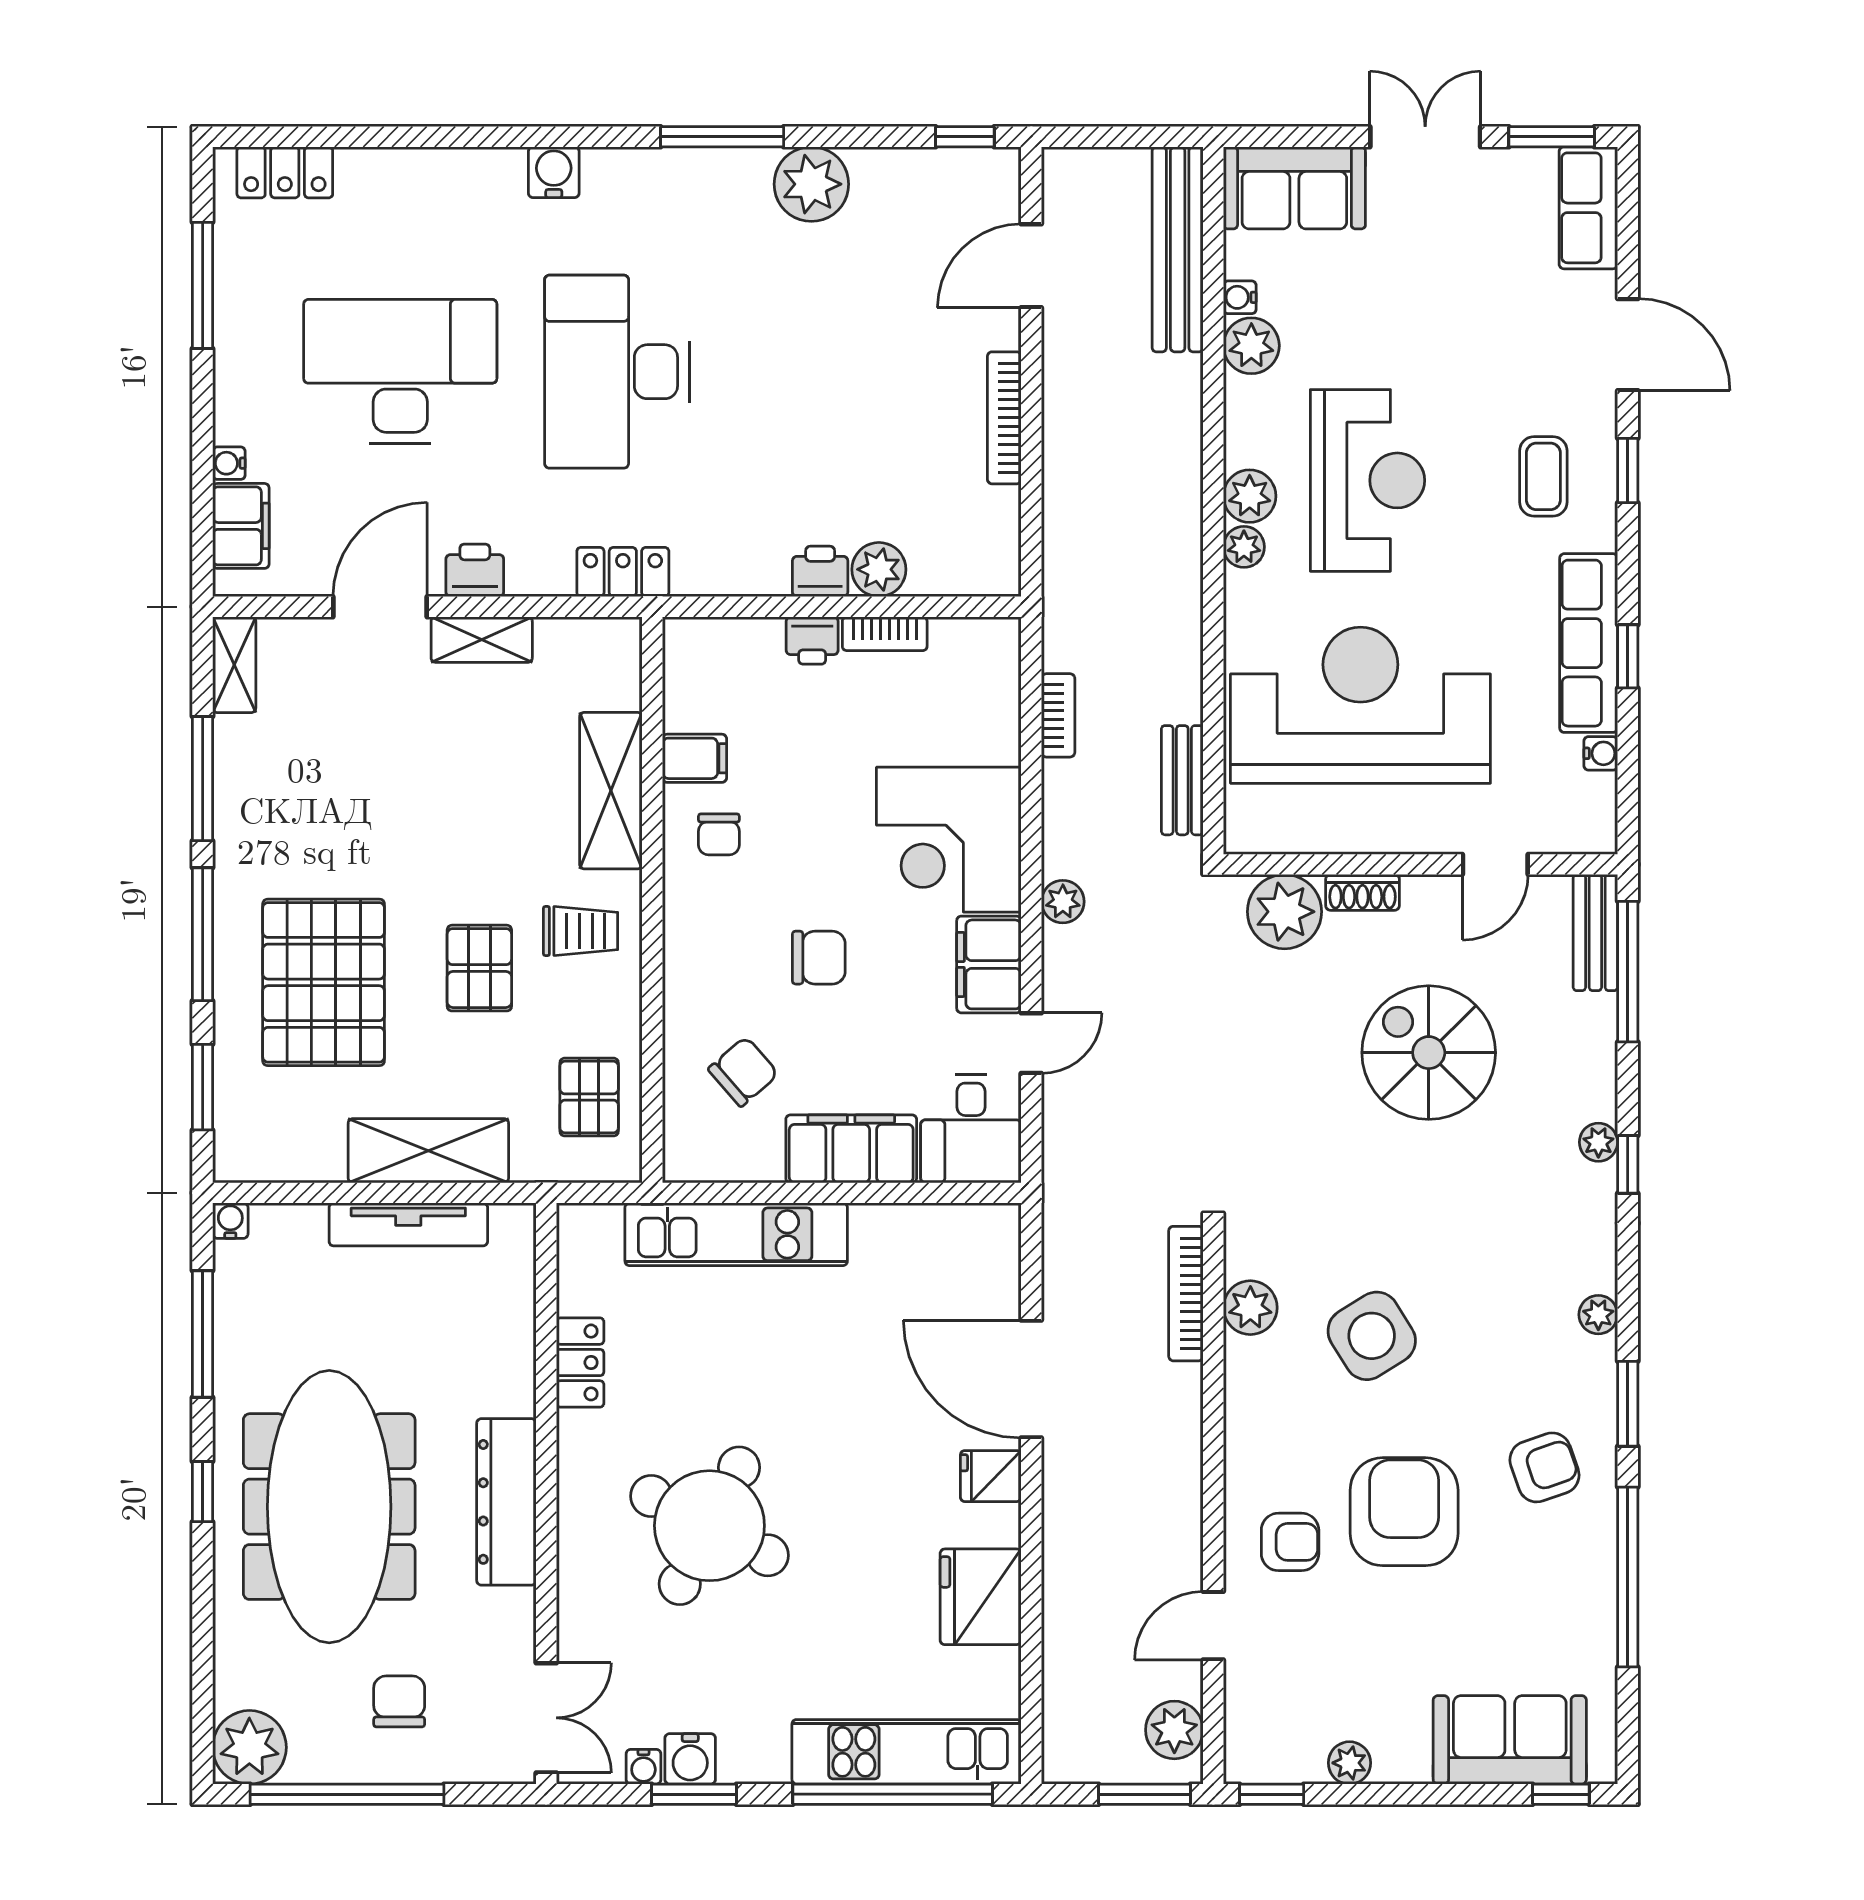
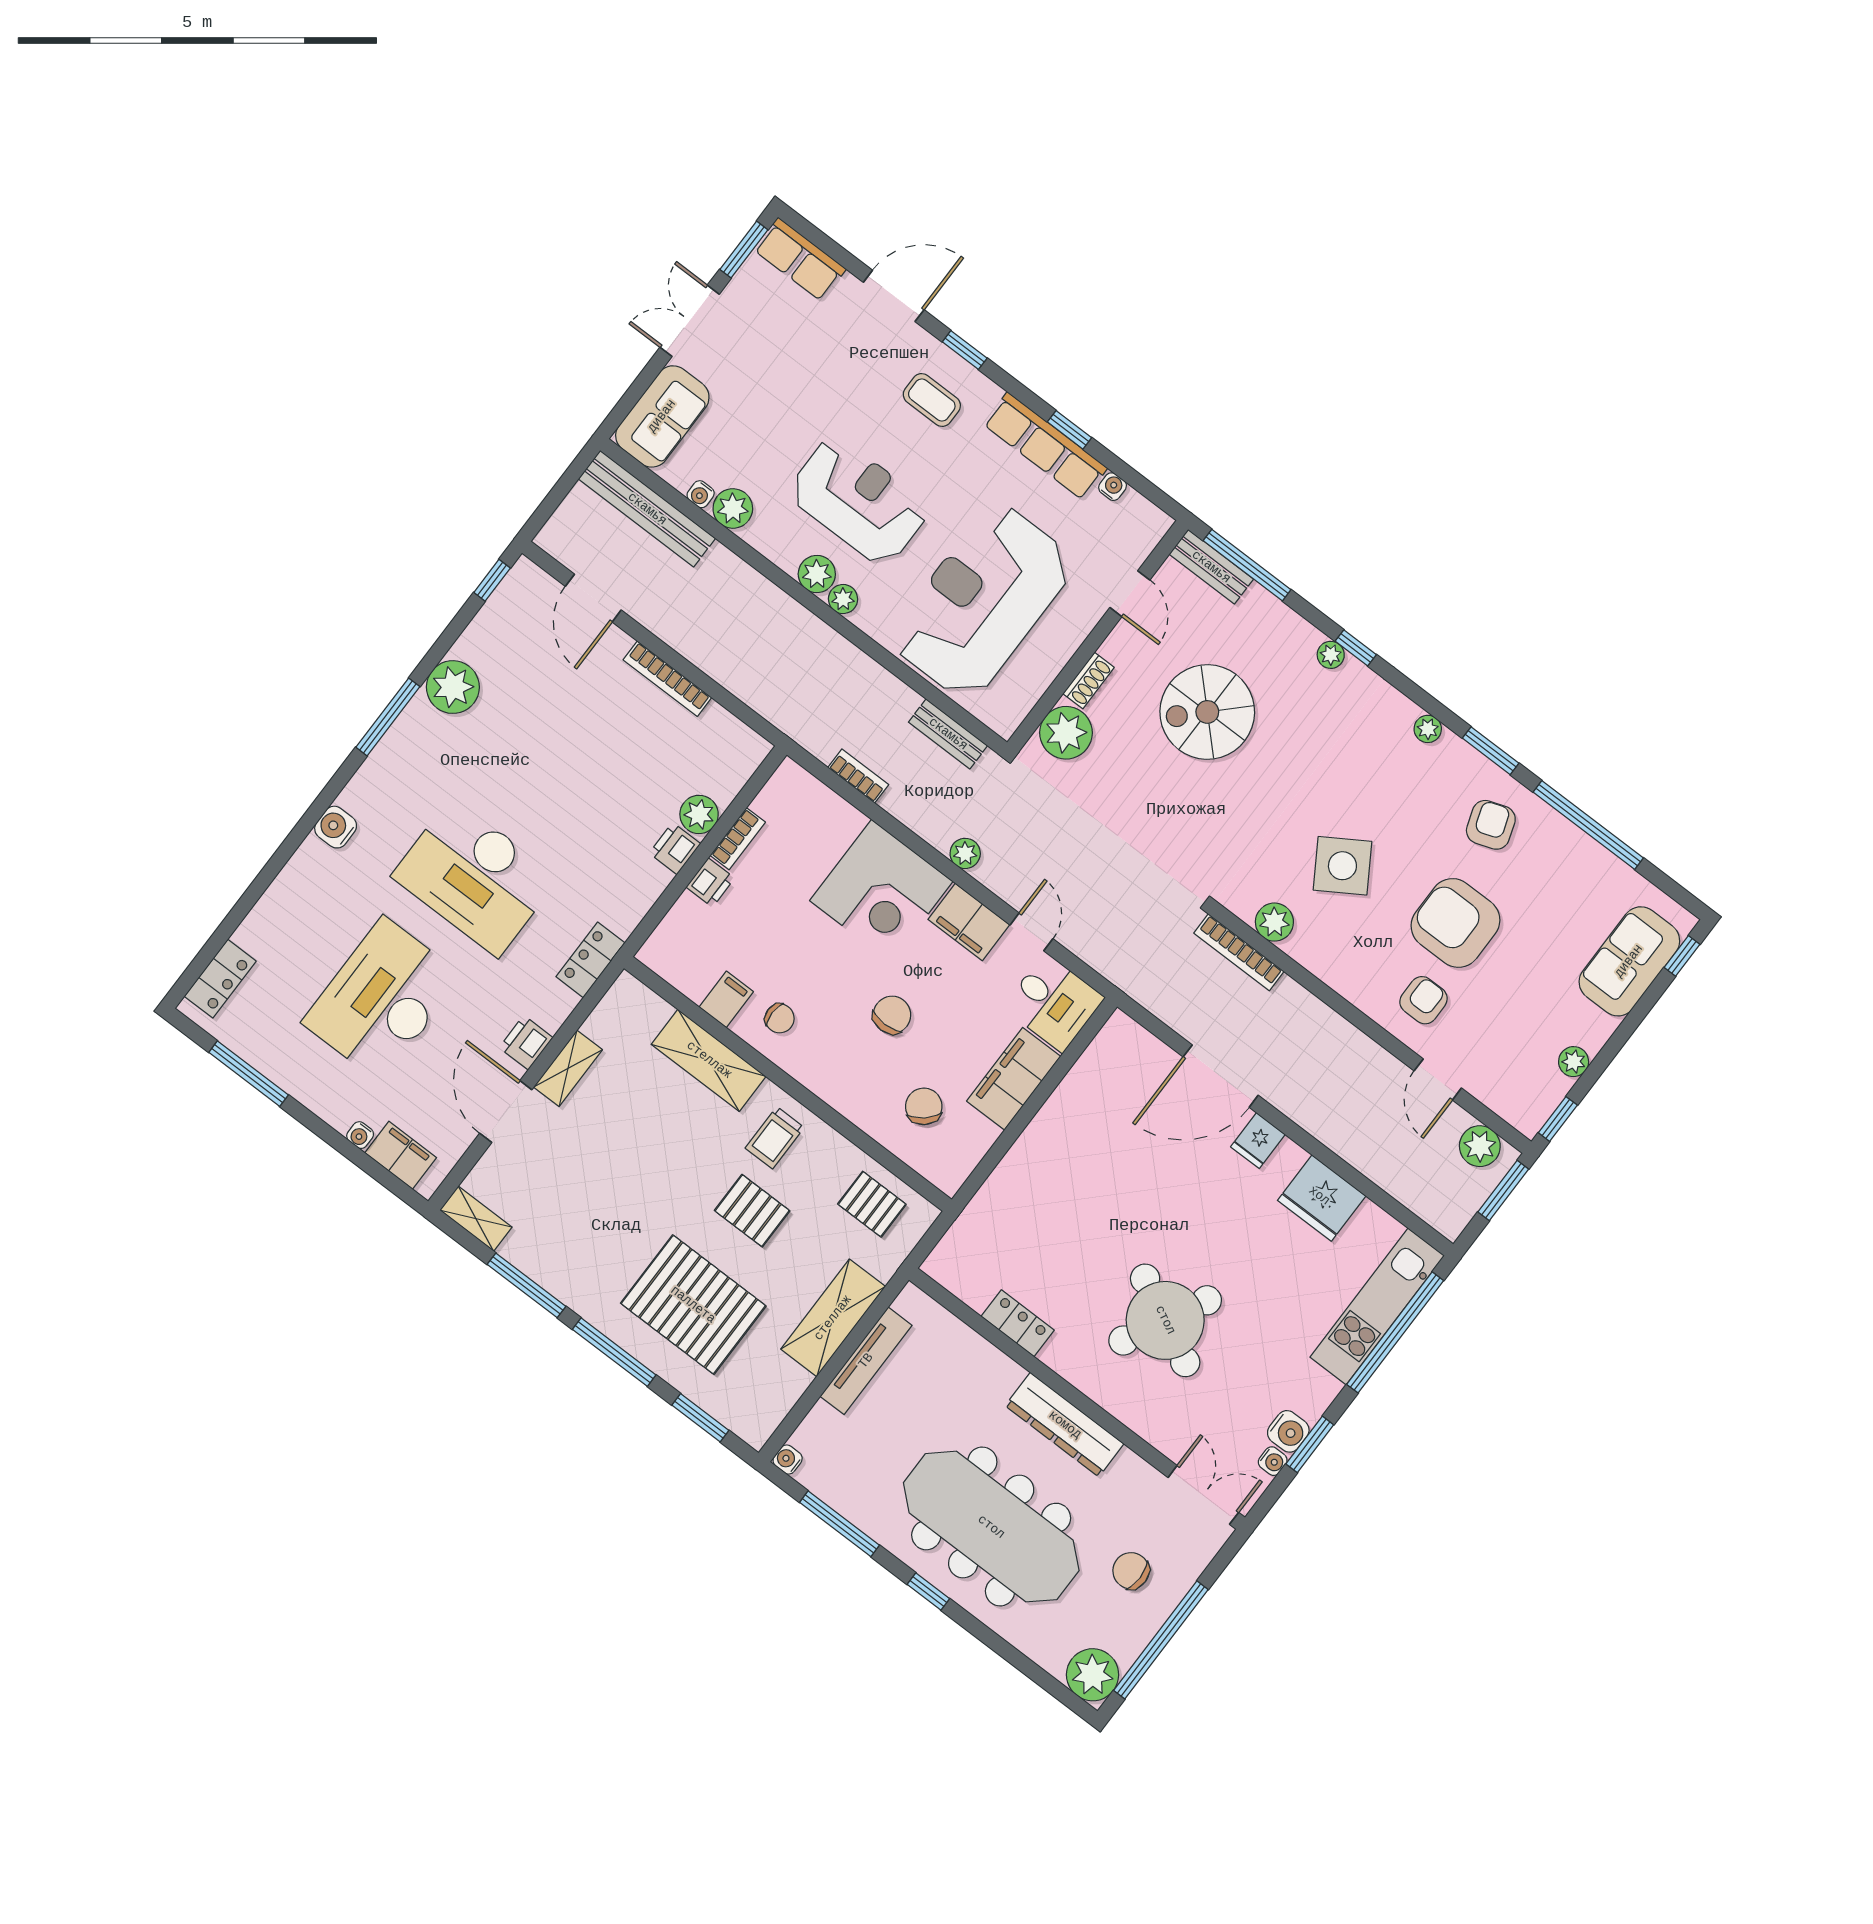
trolley: (581, 931) -> (775, 1138), turned 180
kitchen unit: (736, 1234) -> (1012, 1180), removed

